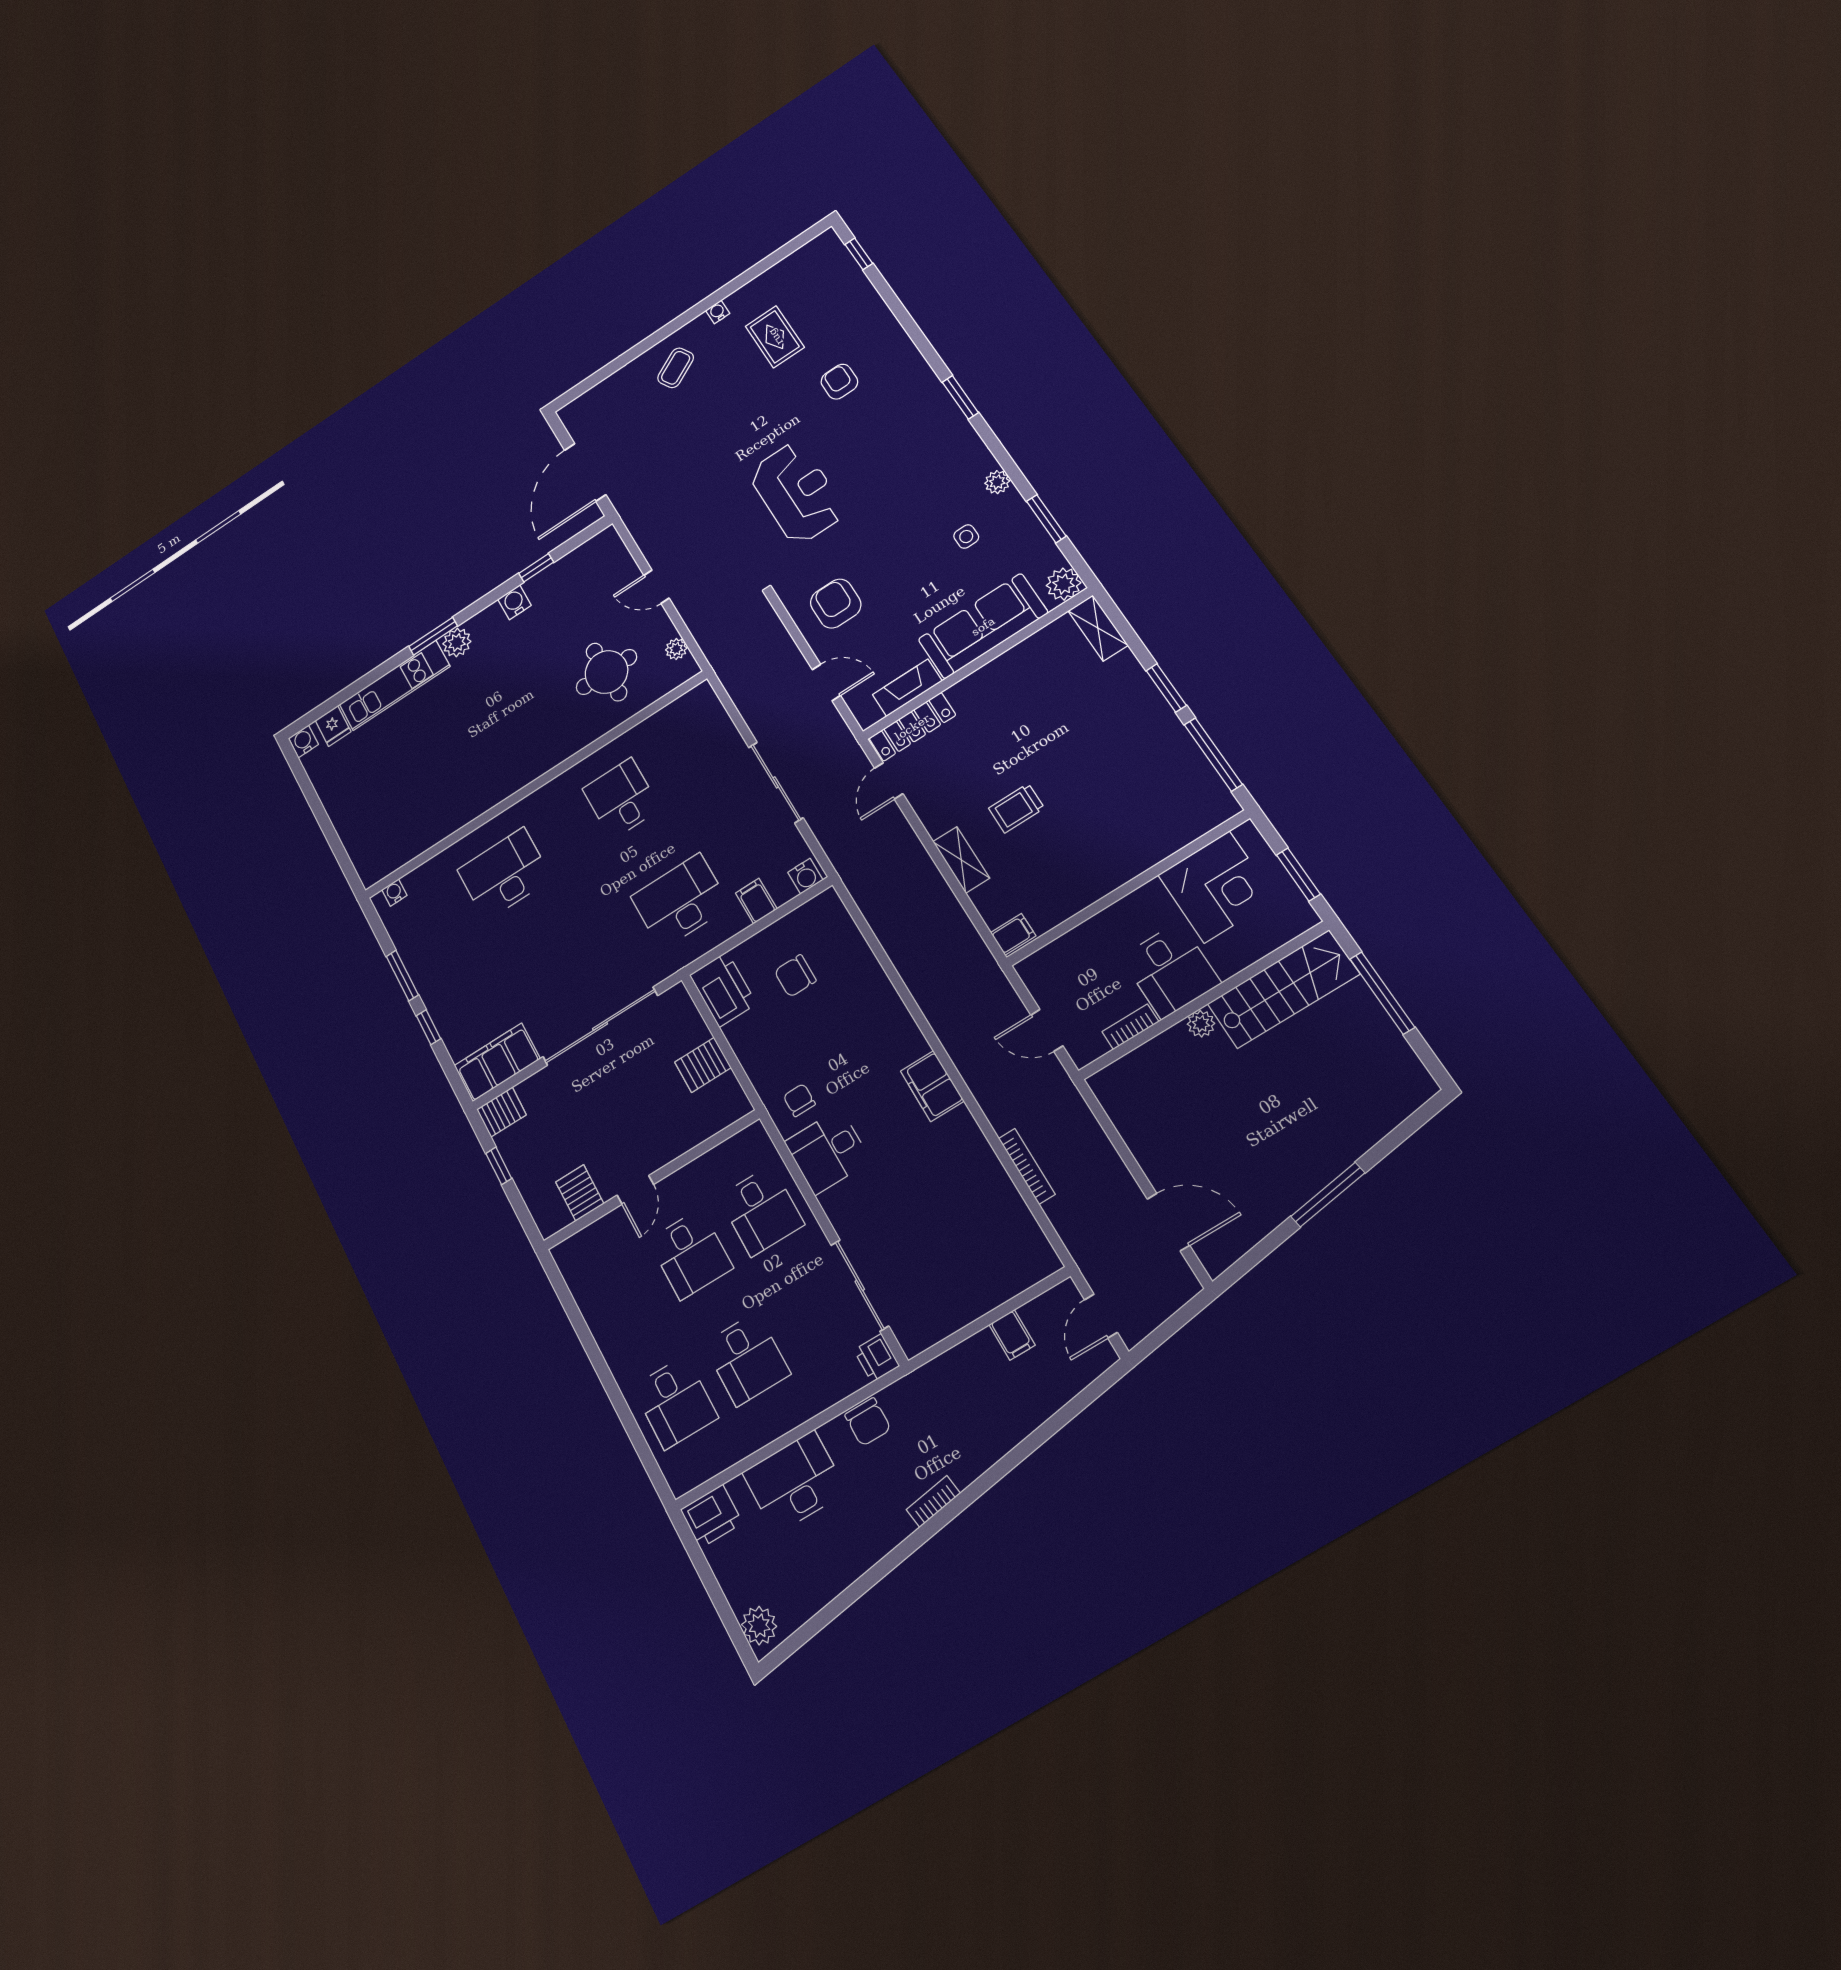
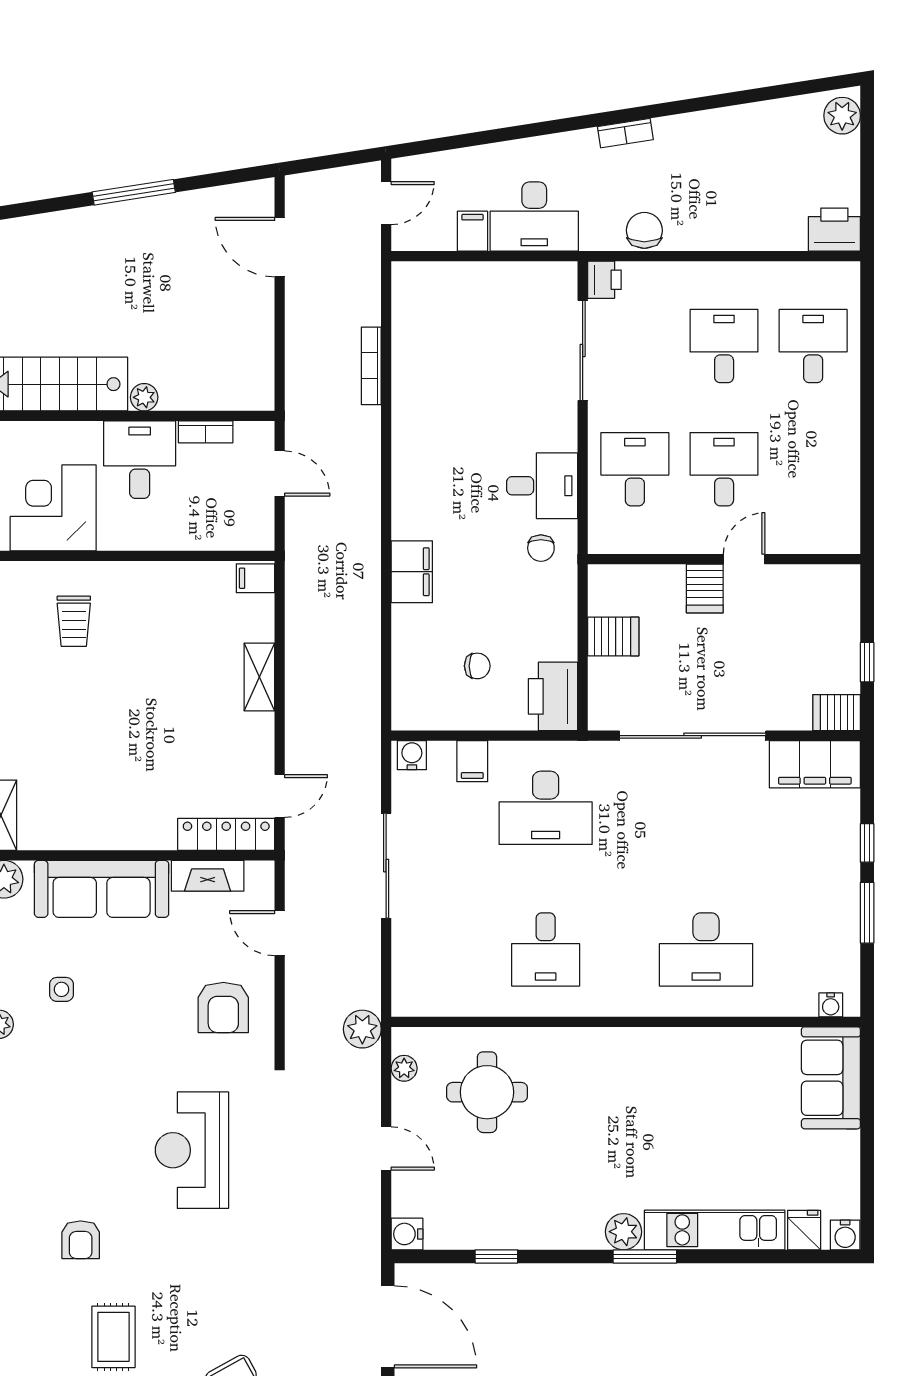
door: (585, 472) -> (388, 1327), hinge flipped
water cooler: (514, 602) -> (407, 1234), moved, turned 90
plant: (723, 656) -> (362, 1029), added
trolley: (1016, 808) -> (74, 621), moved, turned 90
sofa: (368, 841) -> (831, 1078), added
chair: (795, 976) -> (477, 666), width x0.73, depth x0.73
filing cabinet: (932, 1086) -> (412, 572), moved
server rack: (580, 1193) -> (705, 588), moved
desk: (795, 1482) -> (534, 217), moved

